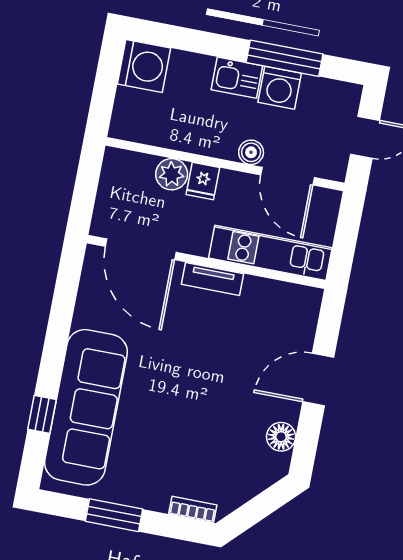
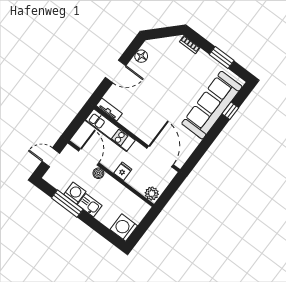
plant: (172, 174) -> (152, 194), moved
tv unit: (213, 279) -> (109, 110), moved

